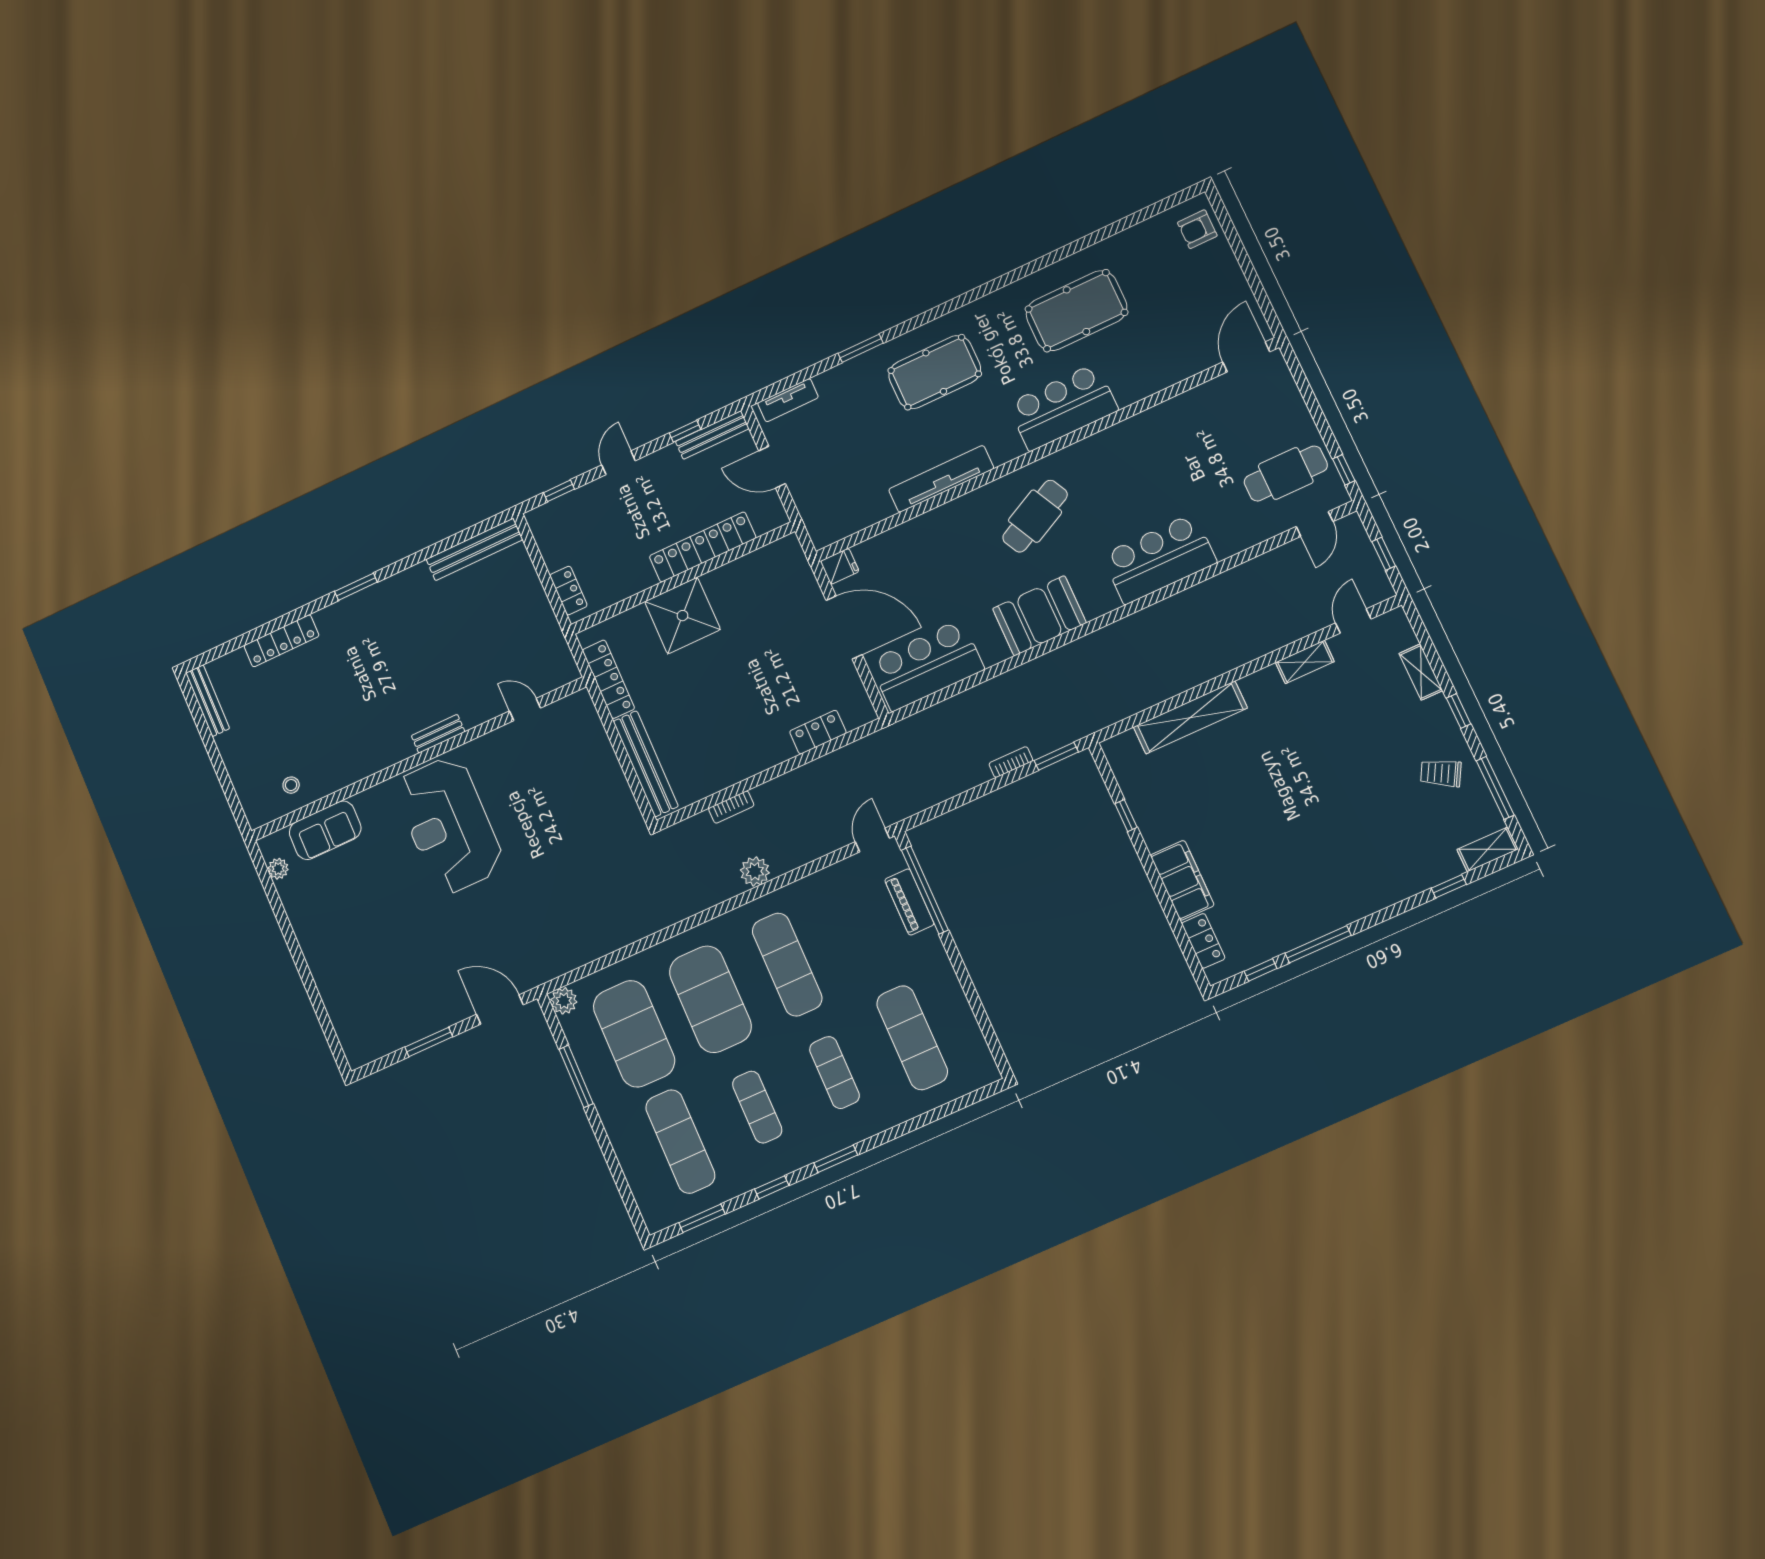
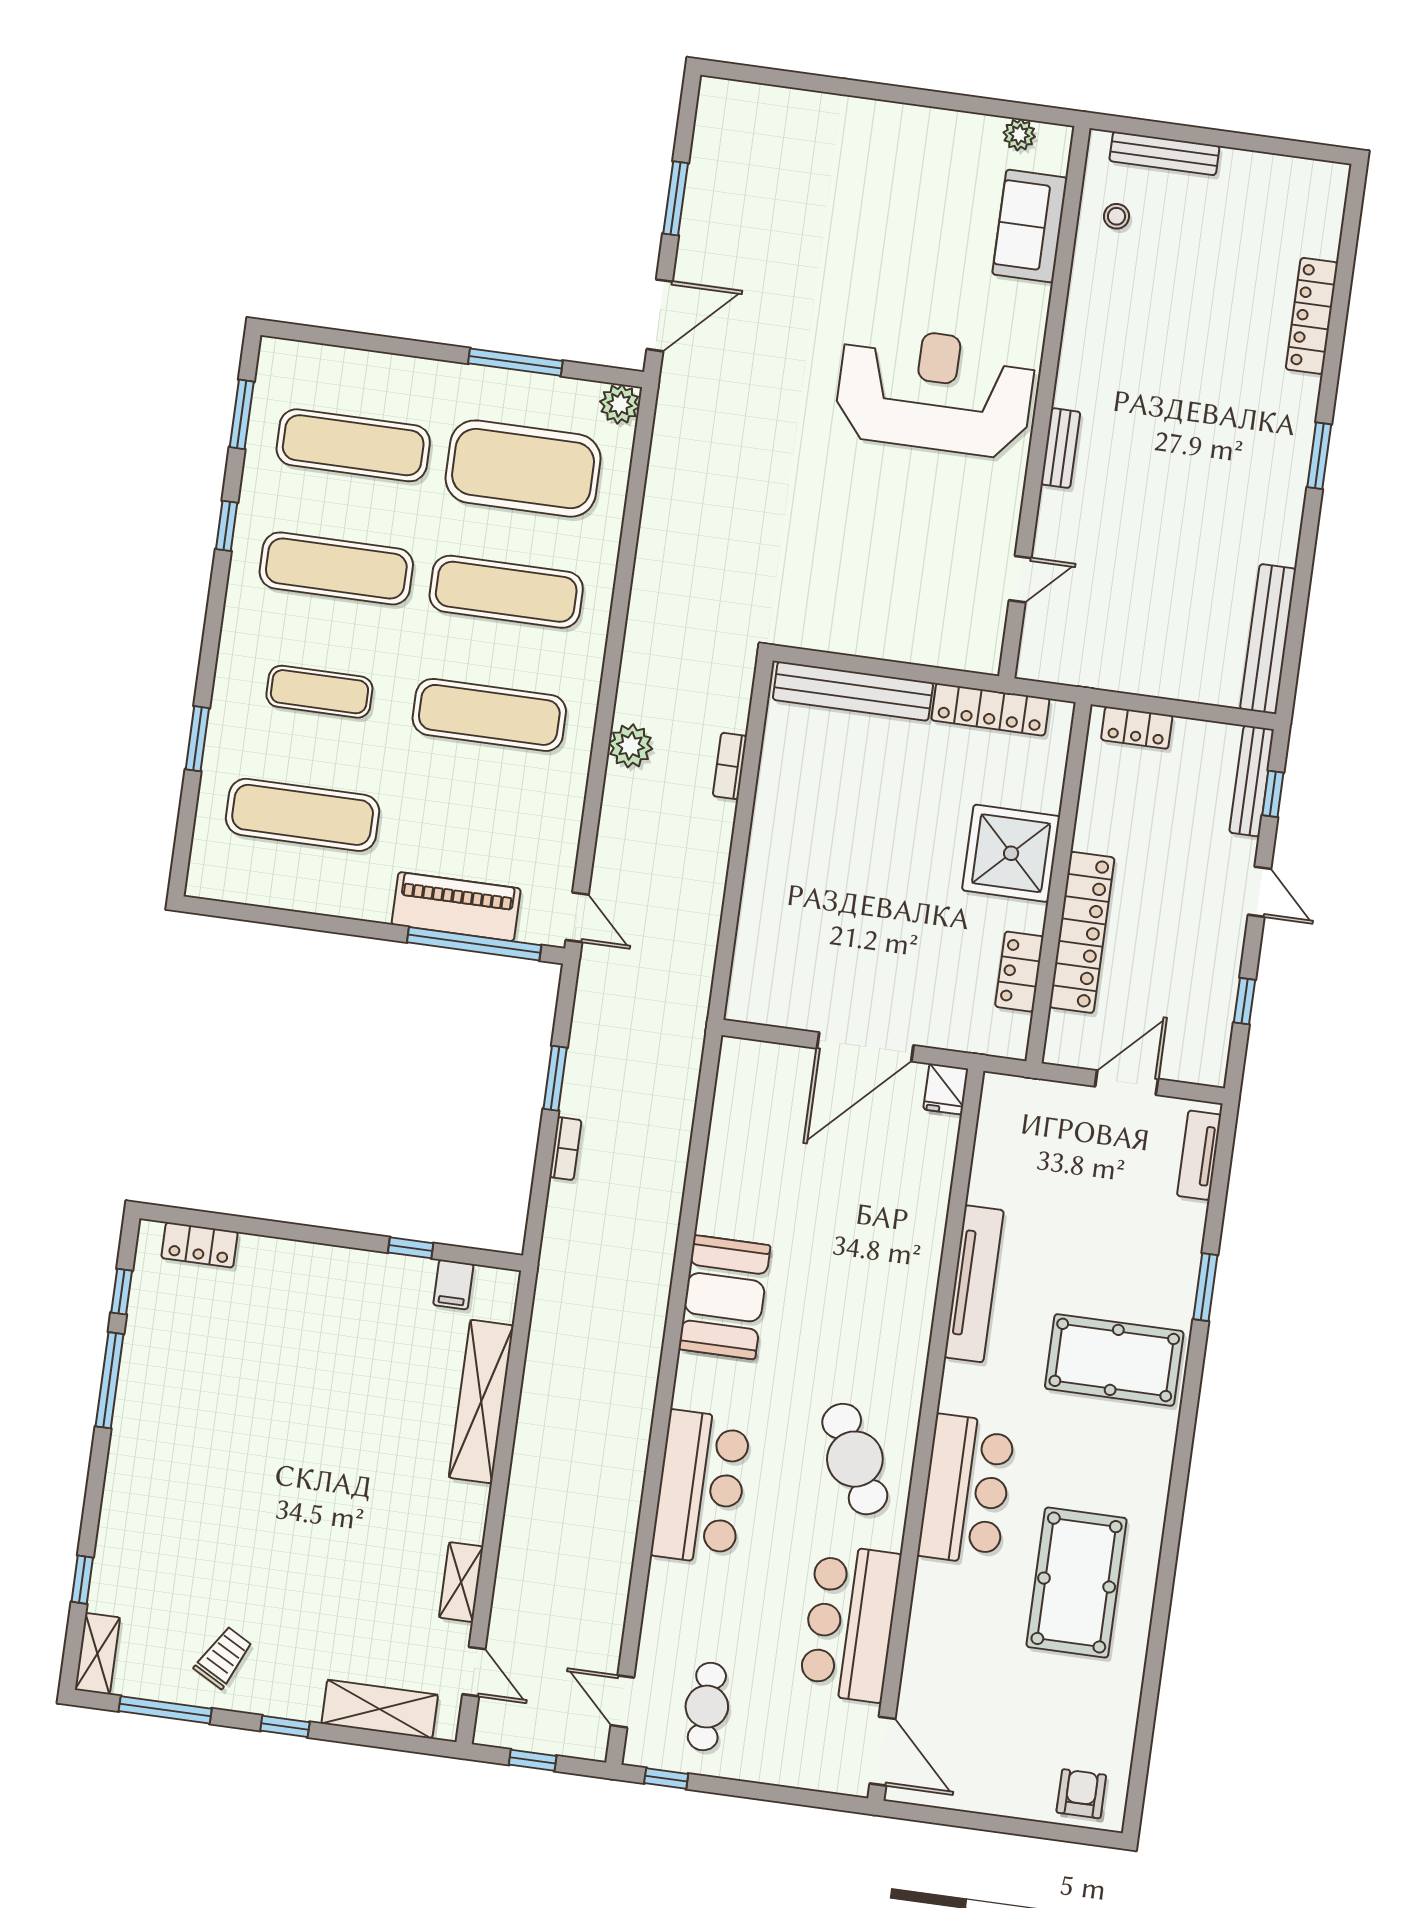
pool table: (935, 372) -> (1114, 1360), turned 90
bench: (712, 435) -> (1252, 781), moved
cafe table: (1286, 474) -> (707, 1707), width x0.73, depth x0.74
cafe table: (1035, 516) -> (855, 1459), moved
bar counter: (927, 665) -> (850, 1623), moved, turned 180
shelving: (1421, 672) -> (380, 1709), width x1.50, depth x1.33
bench: (208, 701) -> (1164, 153), moved
locker: (818, 732) -> (1019, 972), moved, turned 180
window: (1056, 756) -> (555, 1078), moved
filing cabinet: (1182, 880) -> (453, 1285), moved, width x0.33, depth x0.86
piano: (909, 902) -> (456, 907), width x1.37, depth x1.33
exercise mat: (710, 999) -> (506, 592), width x0.68
exercise mat: (757, 1107) -> (336, 568), width x1.36, depth x1.45
window: (836, 1159) -> (197, 739), moved

